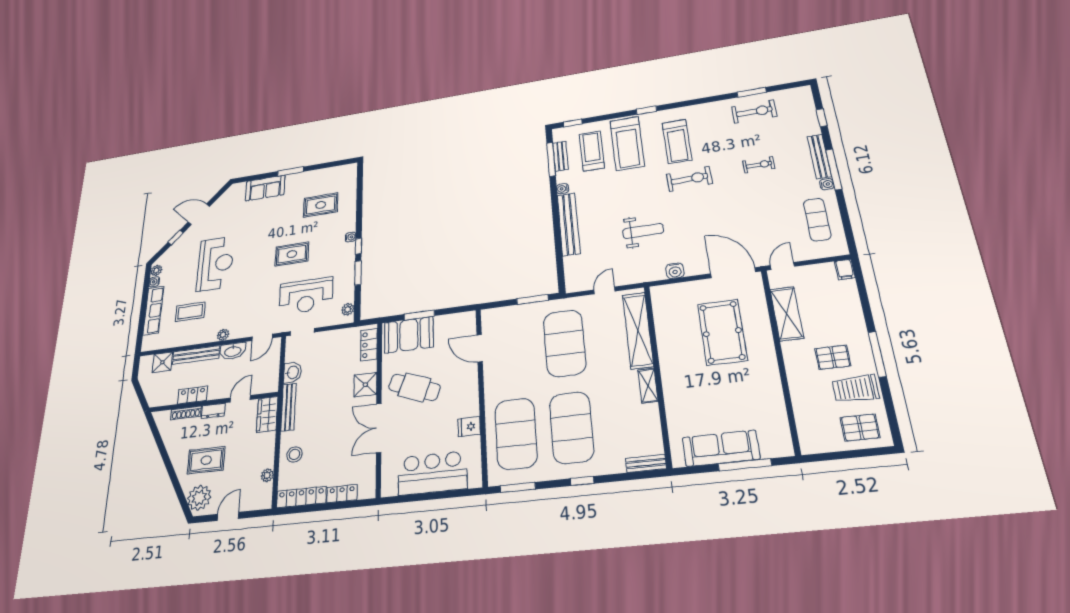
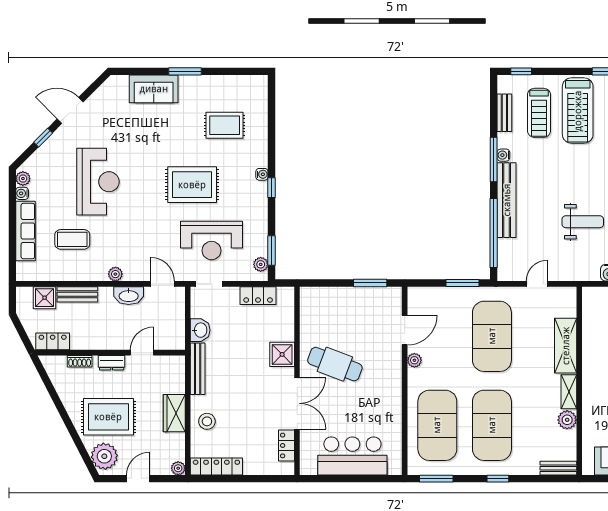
treadmill: (592, 151) -> (539, 113), turned 180
window: (551, 159) -> (494, 159), moved
window: (559, 253) -> (494, 233), added
rug: (292, 254) -> (192, 185), width x1.36, depth x1.43
window: (358, 273) -> (271, 250), moved
window: (419, 315) -> (370, 283), moved
shelving: (638, 330) -> (566, 346), width x0.68
booth: (409, 335) -> (329, 304), removed
door: (262, 337) -> (162, 284), swing flipped
locker: (369, 345) -> (258, 296), moved, turned -90
door: (480, 348) -> (405, 330), swing flipped
bench: (196, 355) -> (77, 294), width x0.73
plant: (490, 375) -> (414, 360), added
locker: (193, 395) -> (53, 341), moved
shoe rack: (186, 413) -> (80, 361), width x0.70
plant: (650, 413) -> (567, 420), added
wardrobe: (267, 414) -> (174, 413), moved
fridge: (469, 427) -> (391, 413), removed
double door: (379, 428) -> (297, 403), swing flipped
rug: (206, 460) -> (108, 417), width x1.36, depth x1.43
plant: (267, 475) -> (178, 468), moved
locker: (342, 494) -> (287, 445), moved, turned -90

